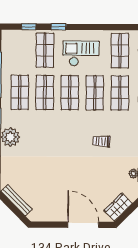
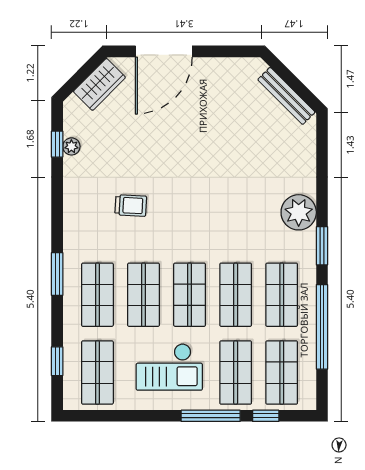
window: (59, 27) -> (211, 416), width x2.17
shop shelf: (20, 50) -> (282, 373), added
door: (83, 225) -> (164, 51), hinge flipped

